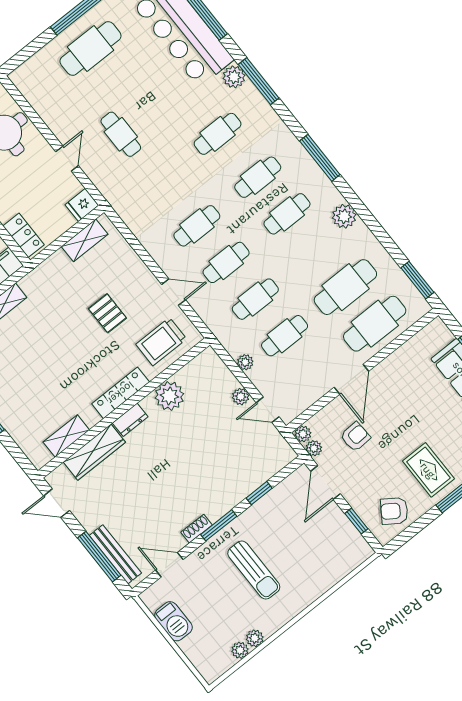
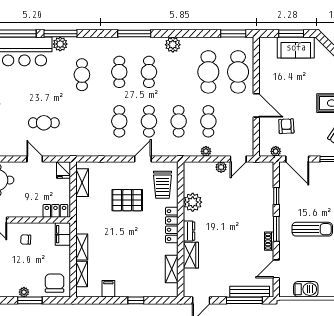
window: (259, 81) -> (60, 34), moved
pallet: (107, 313) -> (127, 200), width x1.50, depth x1.42
plant: (303, 434) -> (264, 151), removed
wardrobe: (94, 452) -> (191, 255), width x0.67

